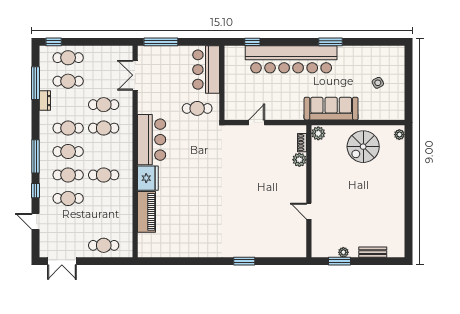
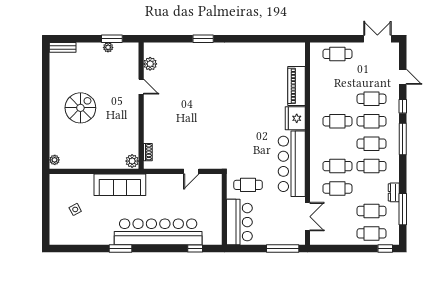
bar counter: (152, 140) -> (292, 164), width x1.36
spiral stairs: (363, 147) -> (80, 108), moved
plant: (299, 160) -> (150, 64), moved
bench: (373, 252) -> (63, 47), moved

